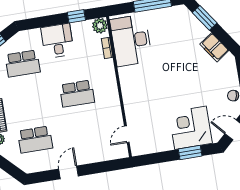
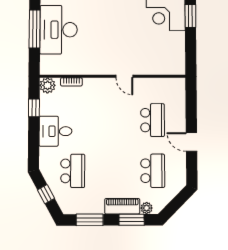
desk: (131, 40) -> (59, 30), moved, turned 90
school desk: (77, 94) -> (152, 120), moved
door: (127, 134) -> (124, 76), moved

